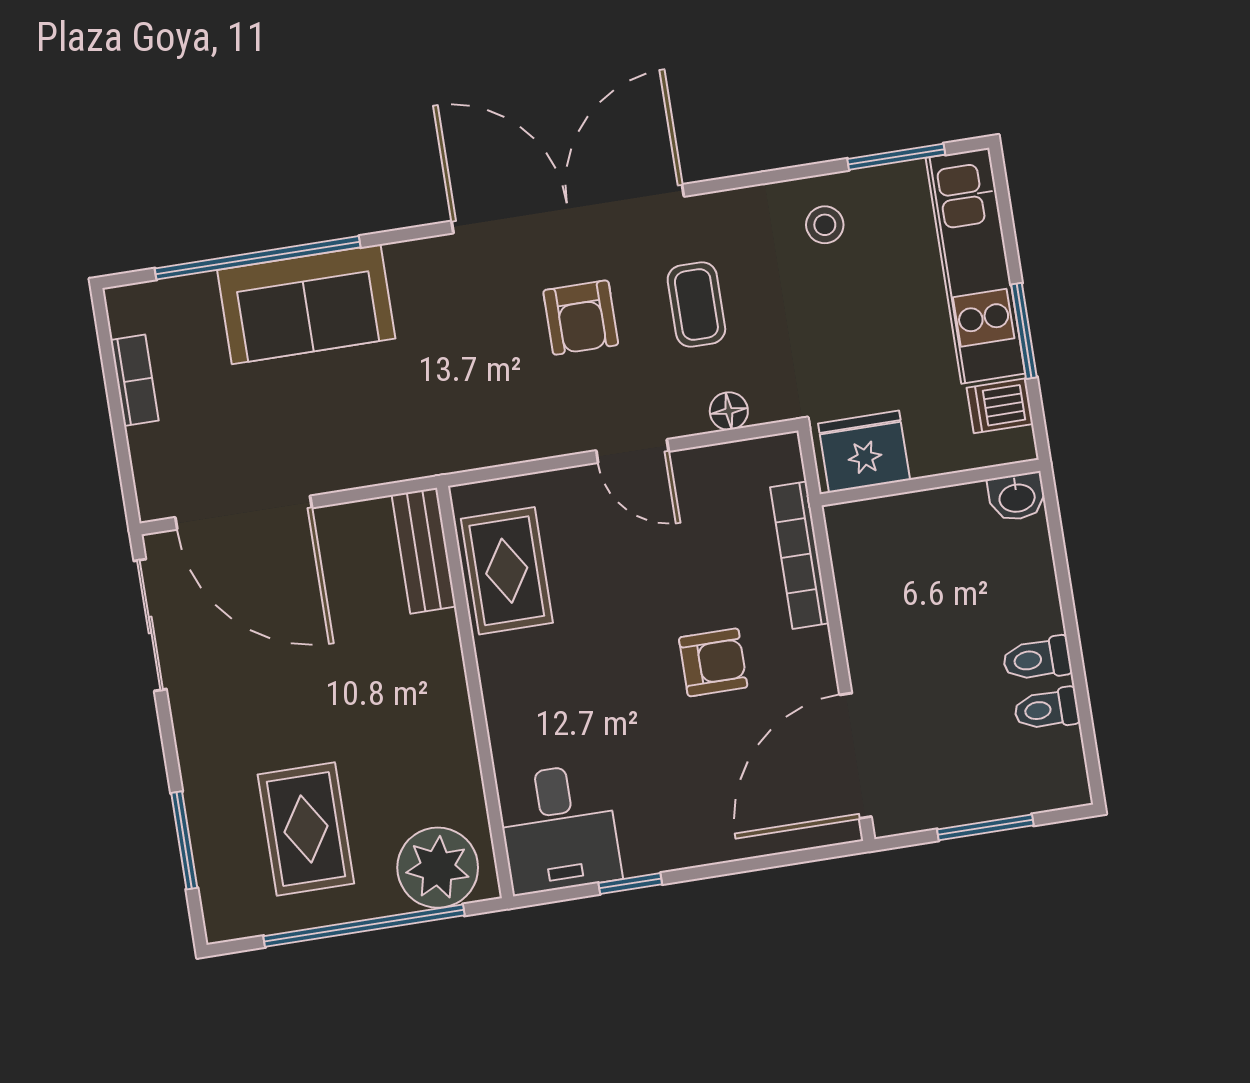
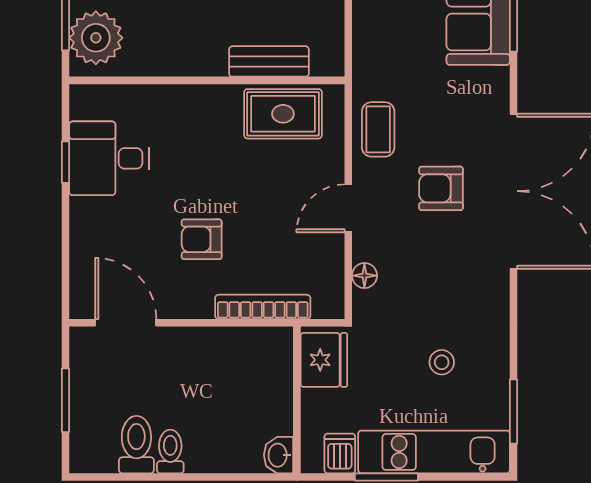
stool: (825, 225) -> (442, 362), moved
coffee table: (696, 304) -> (378, 129), moved, turned 90
bench: (424, 551) -> (269, 61), moved
armchair: (713, 662) -> (202, 239), turned 90
toilet: (1047, 709) -> (136, 445), width x1.37, depth x1.39
door: (856, 756) -> (126, 323), width x0.73
desk: (559, 828) -> (109, 158), moved

